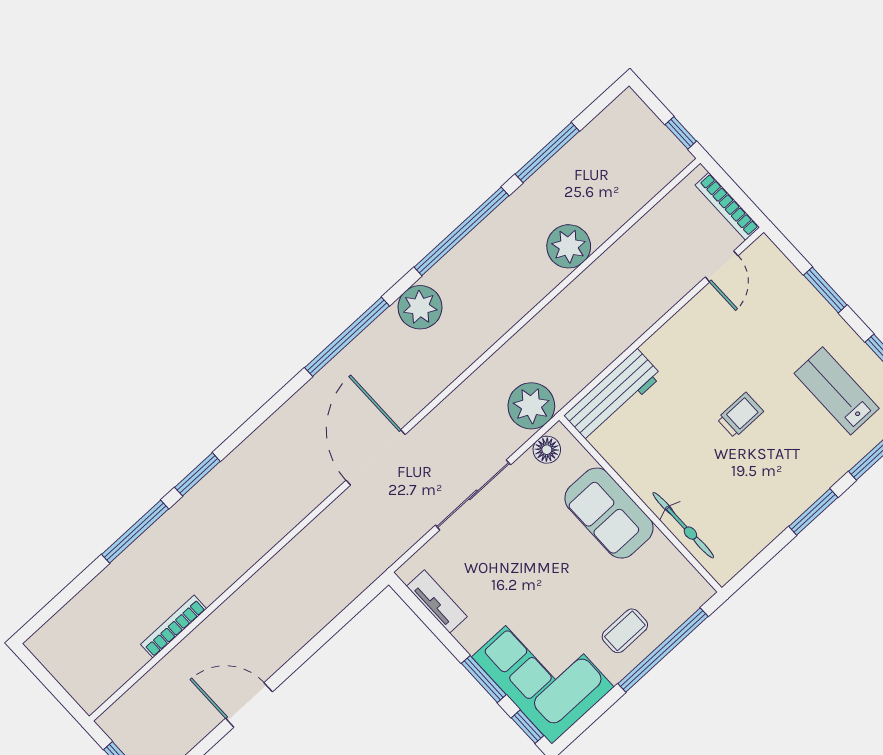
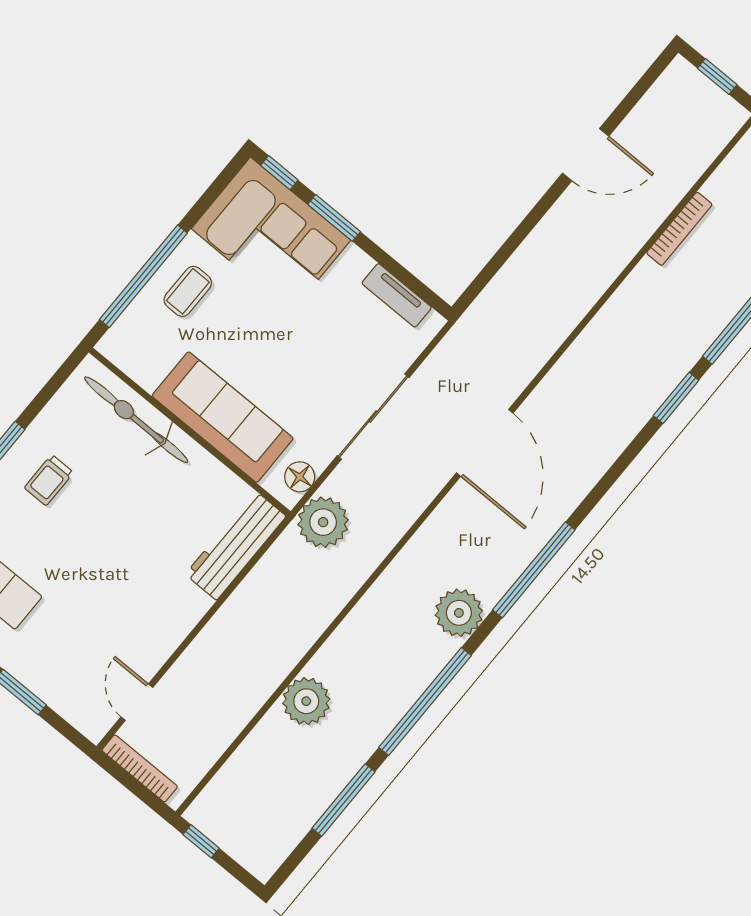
trolley: (740, 415) -> (49, 480), moved
sofa: (609, 513) -> (223, 417), width x1.36
bicycle: (683, 525) -> (136, 420), width x1.37, depth x1.40

